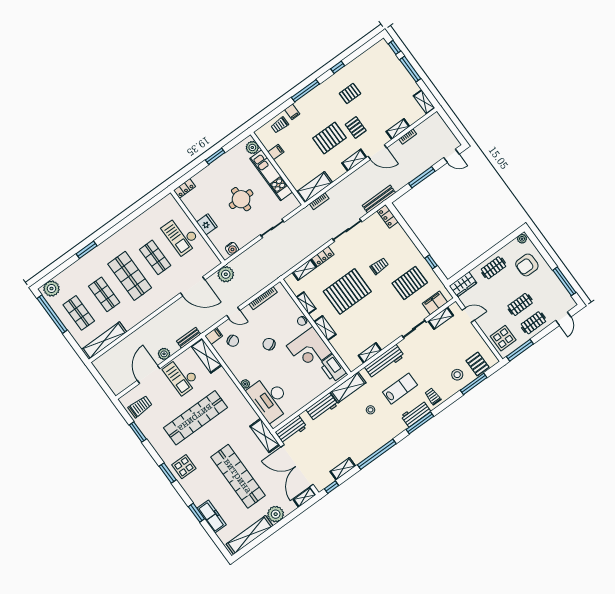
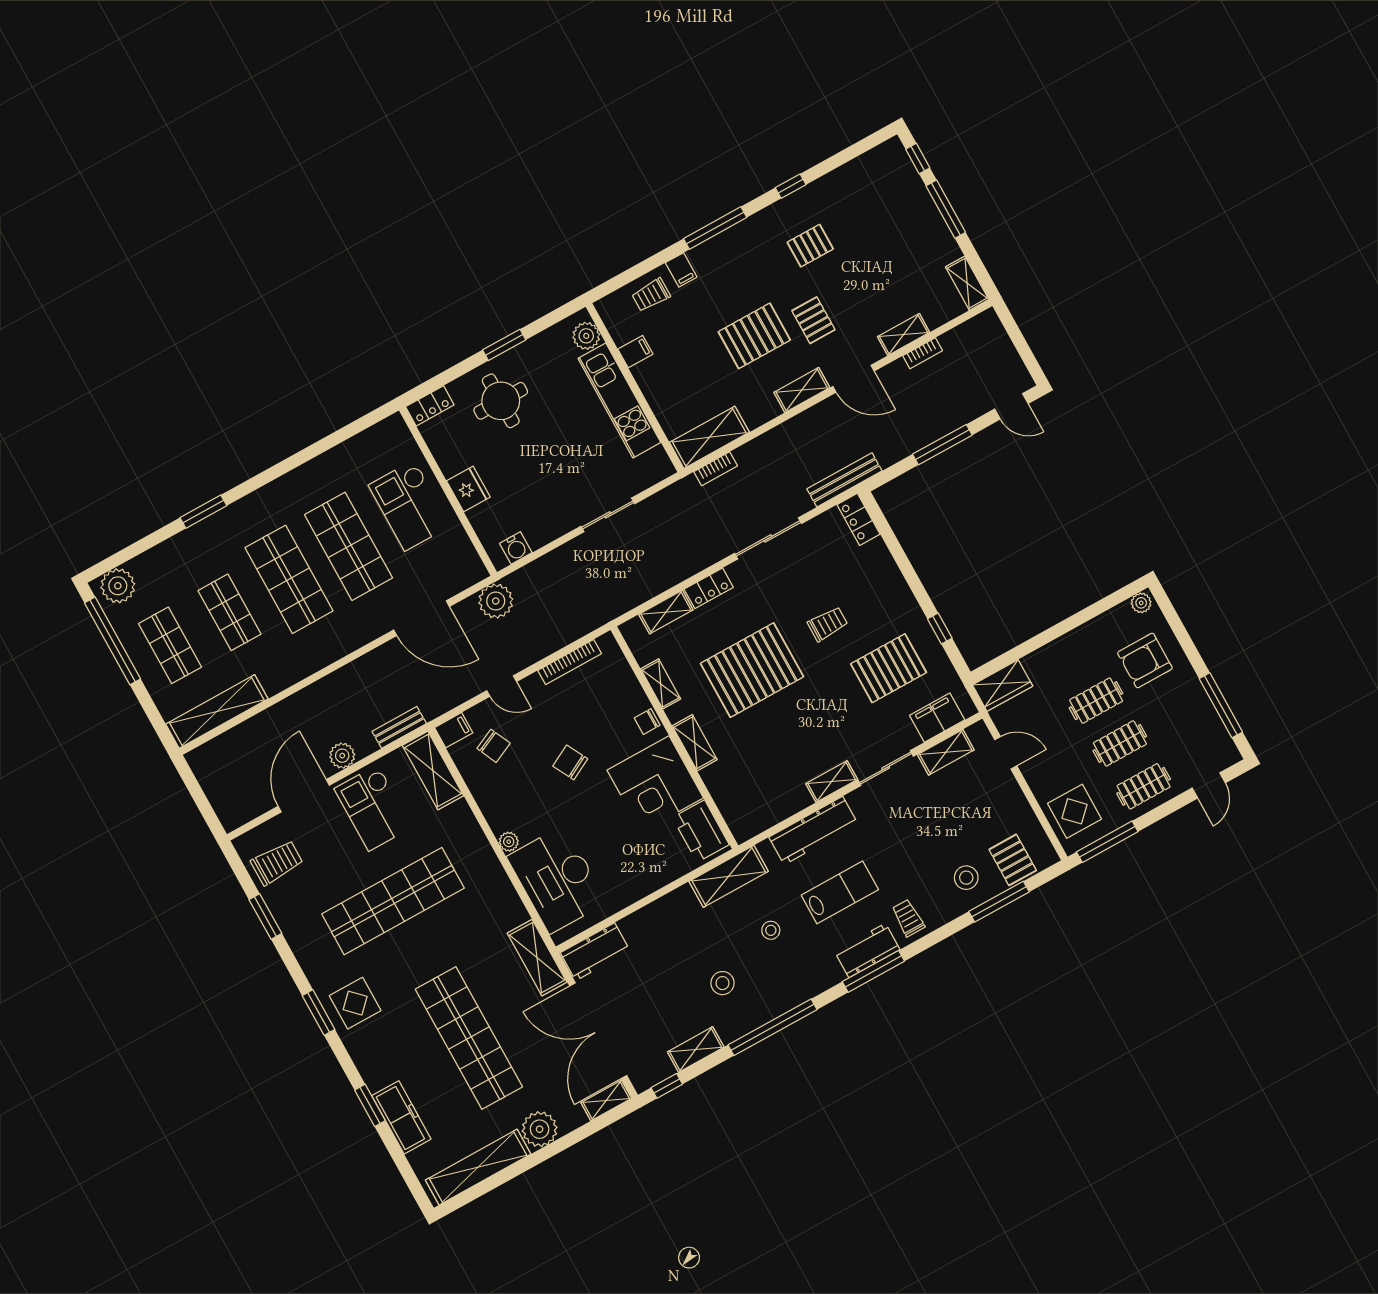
round table: (241, 199) -> (501, 401), moved
shop shelf: (155, 257) -> (349, 546), width x1.43, depth x1.36
clothes rail: (493, 268) -> (1096, 701), moved
shelving: (370, 353) -> (832, 782), moved
workbench: (322, 407) -> (667, 912), removed
stool: (351, 437) -> (723, 983), added

